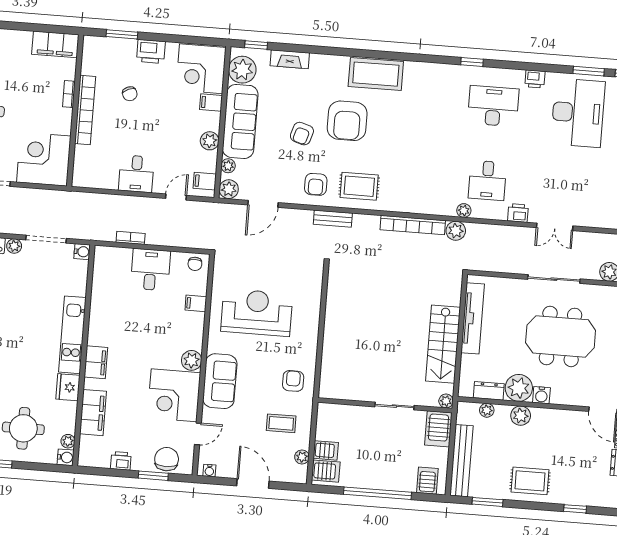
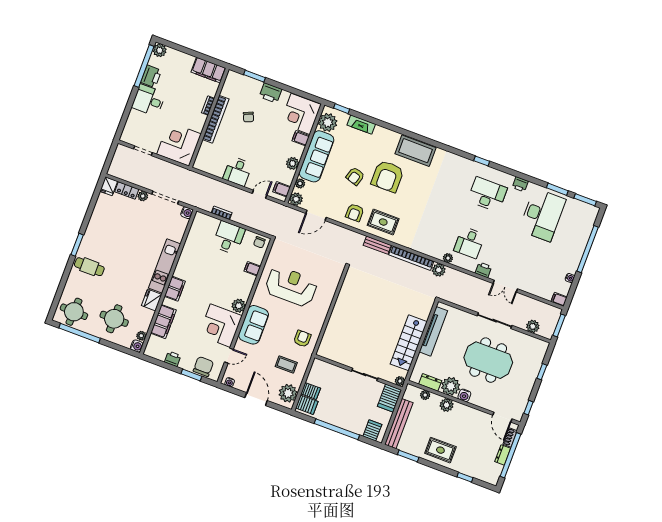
bench: (333, 219) -> (377, 245), moved
plant: (302, 457) -> (288, 393), width x1.88, depth x1.88

